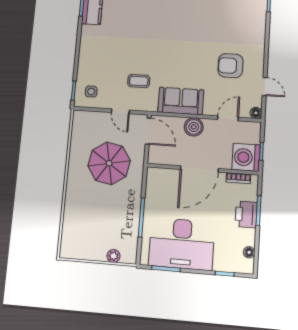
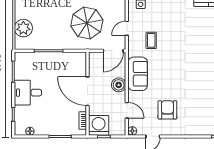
printer: (246, 214) -> (57, 128), removed
desk: (182, 244) -> (28, 93), width x0.53, depth x0.77
plant: (113, 256) -> (23, 28), width x1.88, depth x1.88

